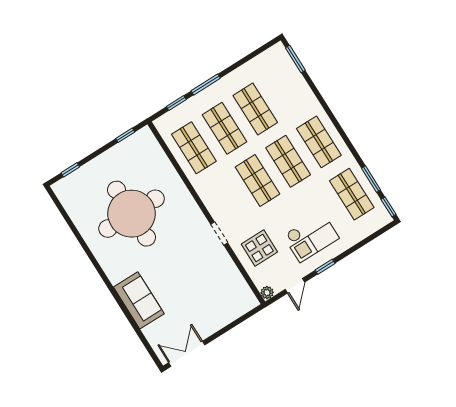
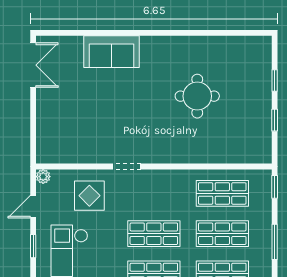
window: (176, 103) -> (275, 187), moved
window: (125, 135) -> (275, 120), moved
window: (70, 170) -> (275, 81), moved
round table: (132, 214) -> (197, 96), width x0.54, depth x0.54
door: (295, 286) -> (33, 207), hinge flipped

